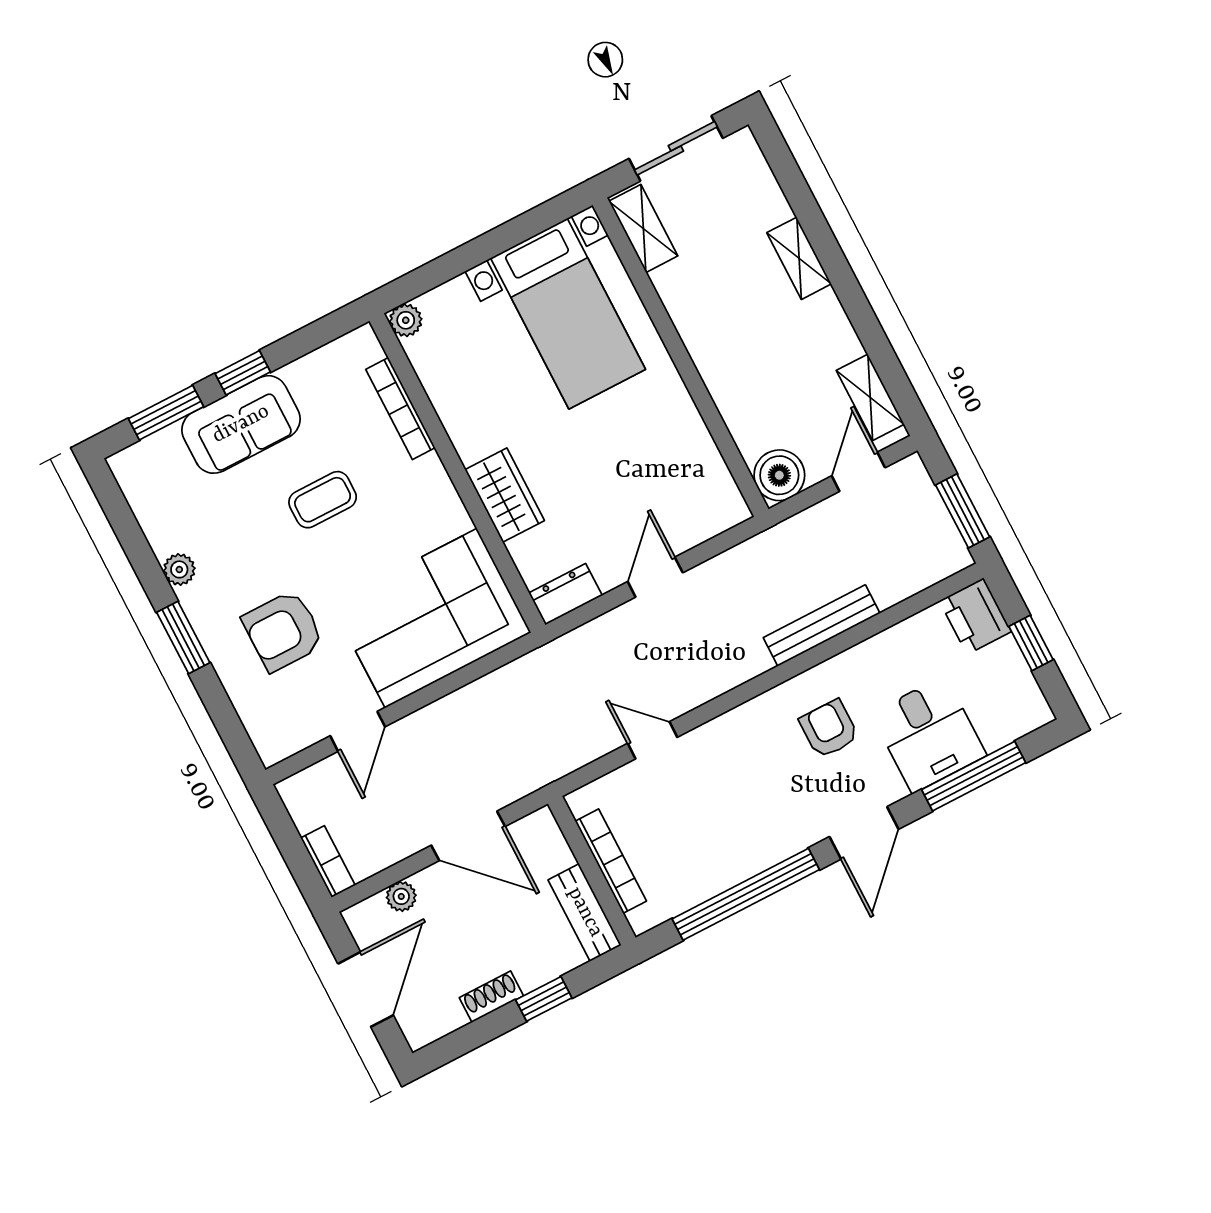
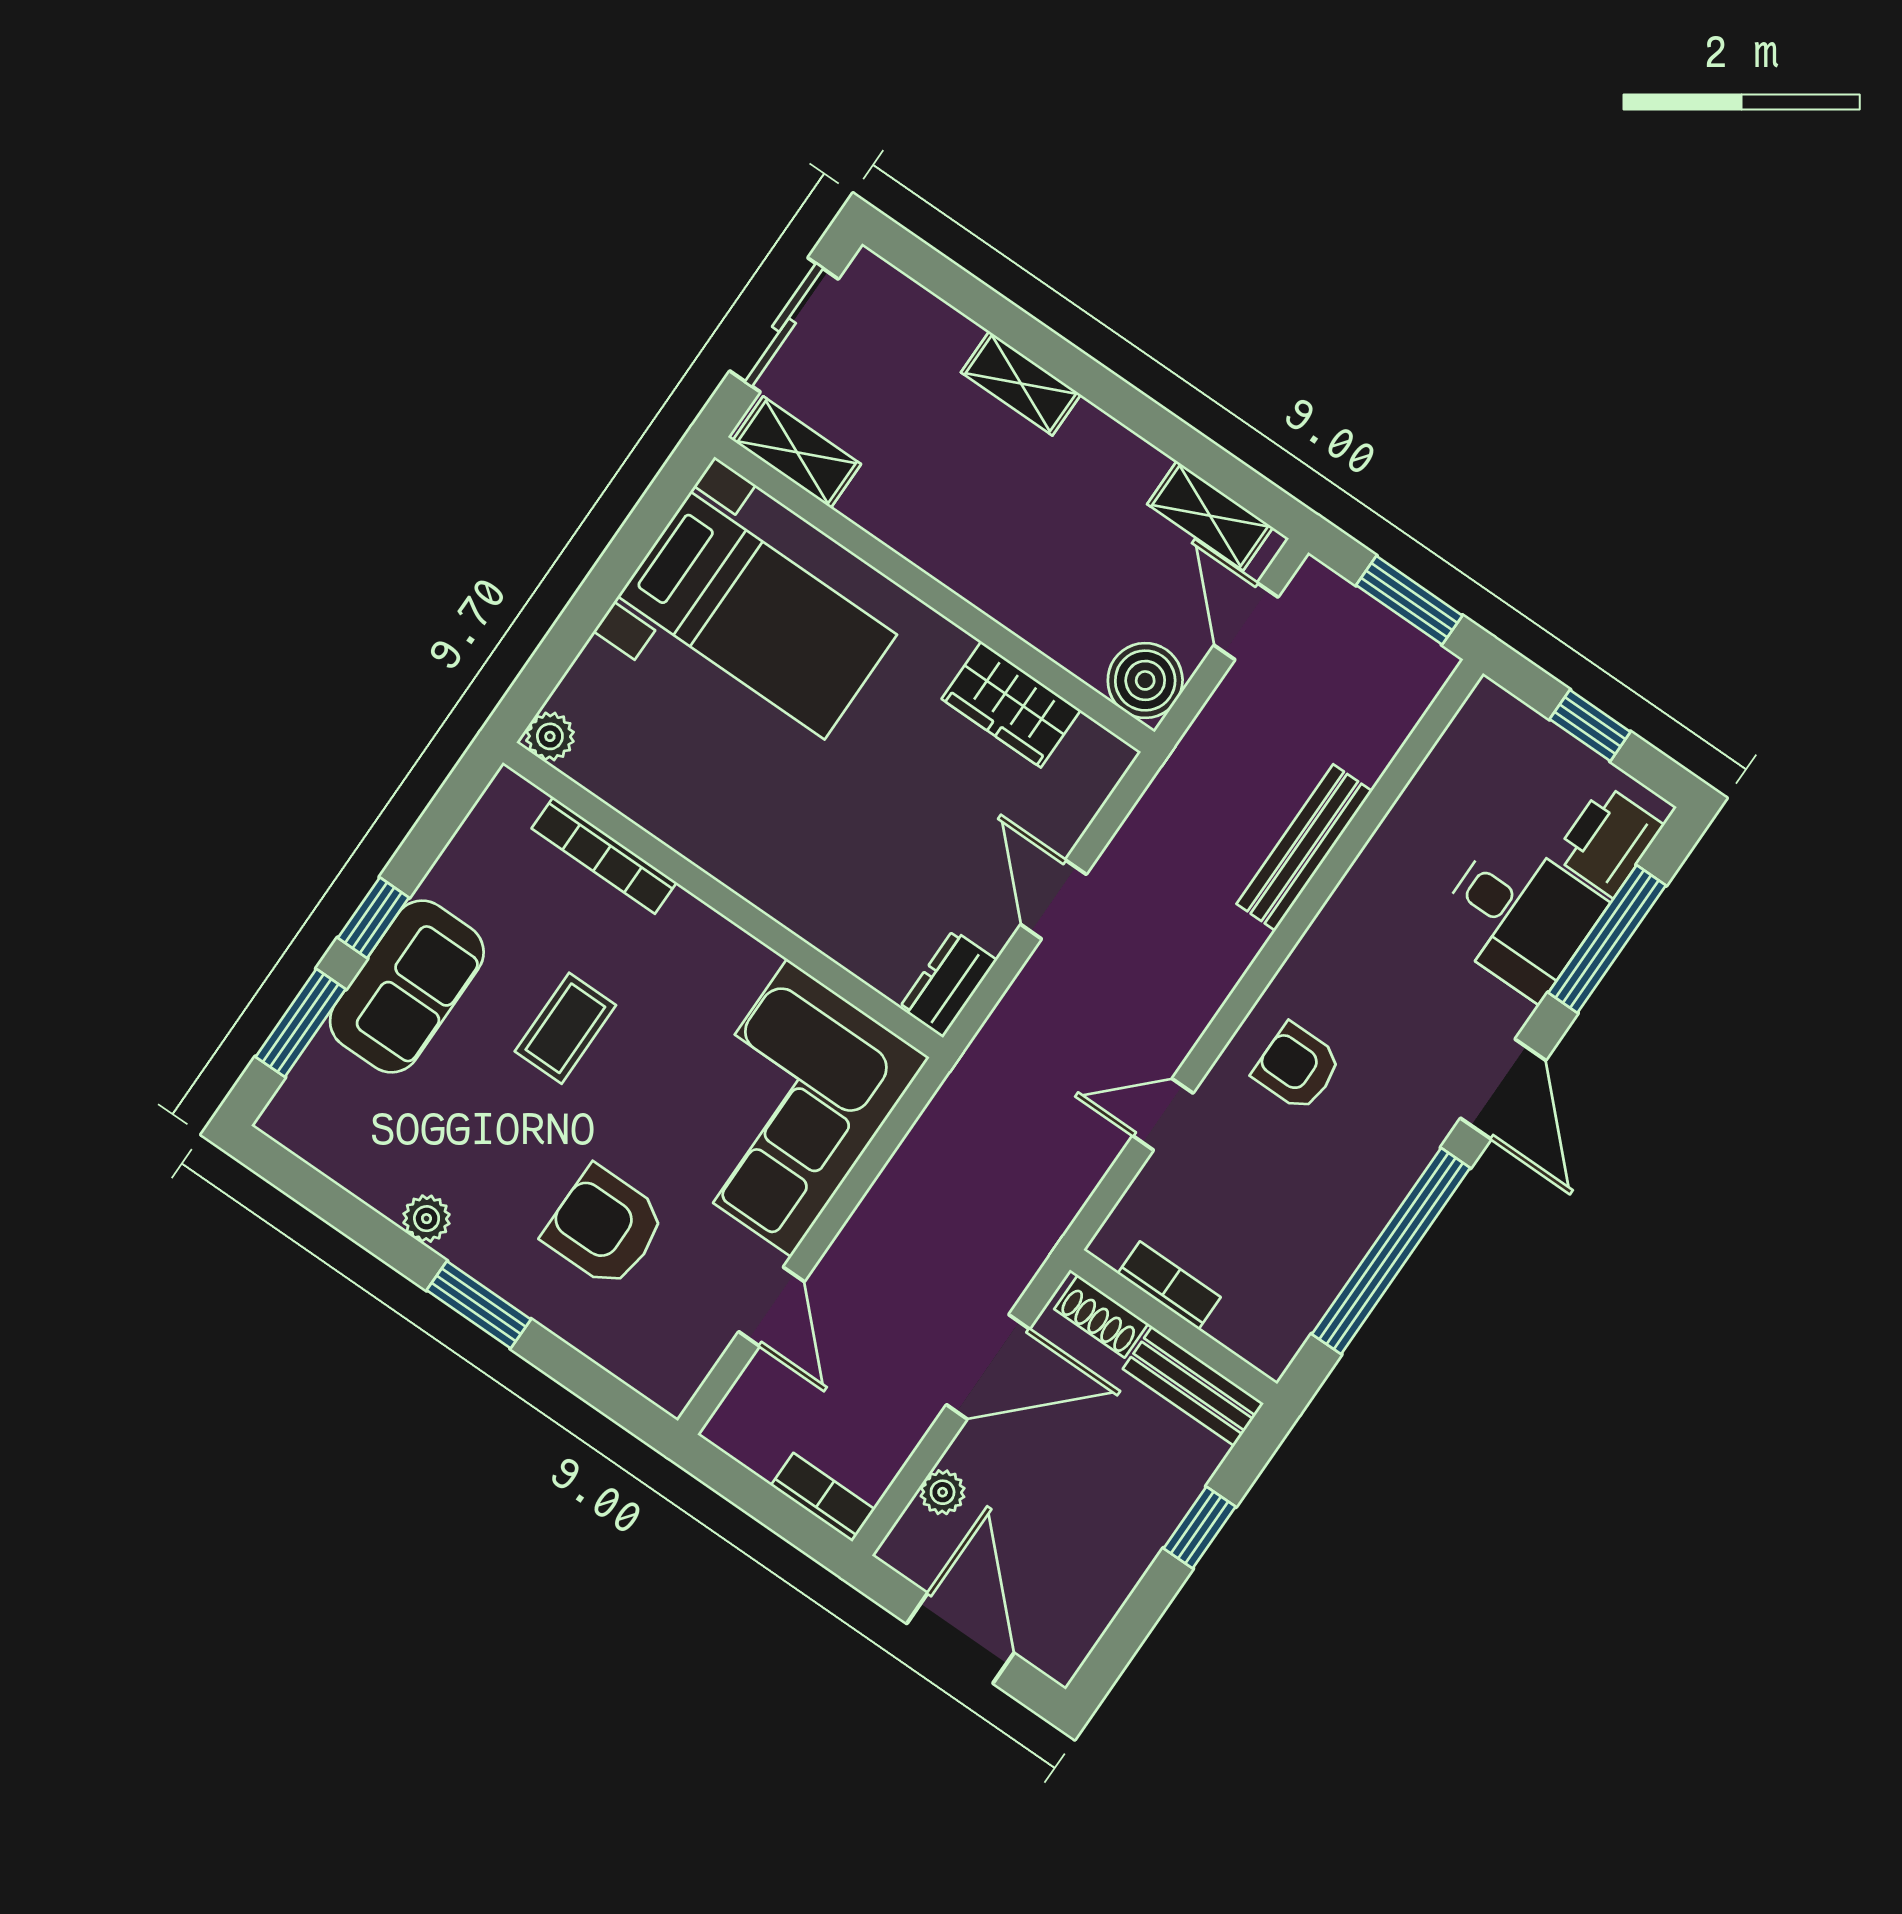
wardrobe: (505, 495) -> (1011, 704), moved, turned 180
printer: (975, 616) -> (1608, 841), moved, turned 90
armchair: (283, 631) -> (605, 1227), turned 90
armchair: (829, 729) -> (1297, 1067), moved
bookcase: (611, 861) -> (1169, 1285), width x0.64
shoe rack: (491, 997) -> (1101, 1316), moved, turned -90

